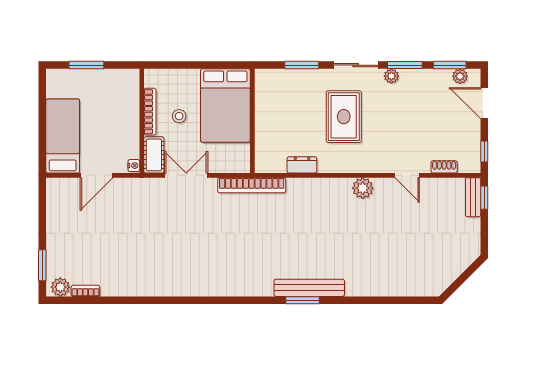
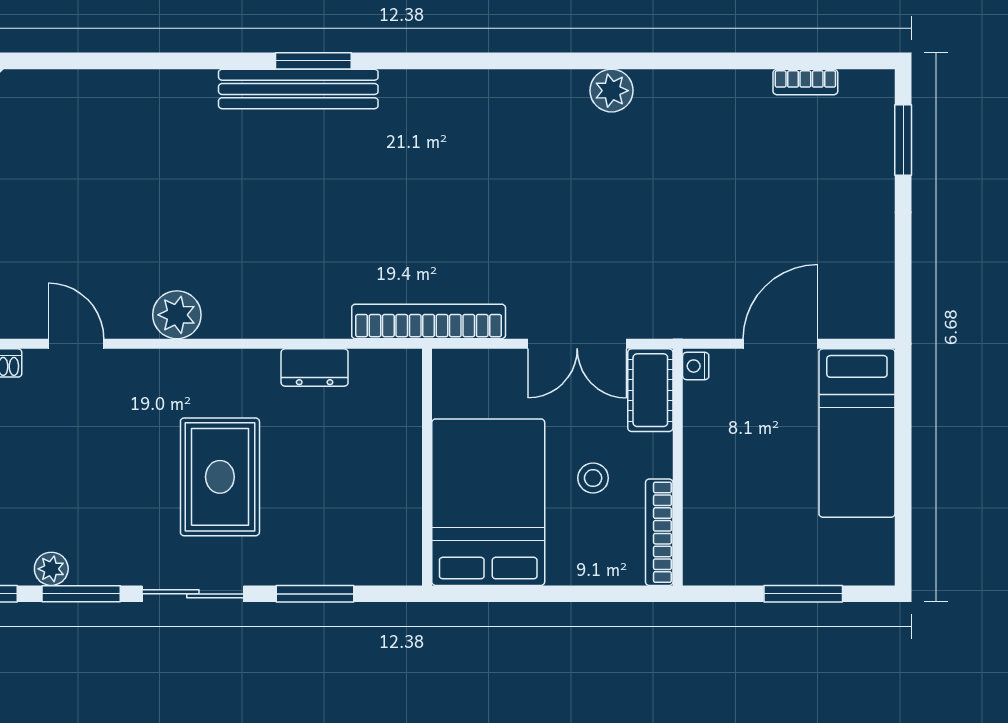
plant: (391, 76) -> (51, 569), moved
bookcase: (150, 112) -> (659, 532), moved
plant: (60, 287) -> (611, 91), moved

